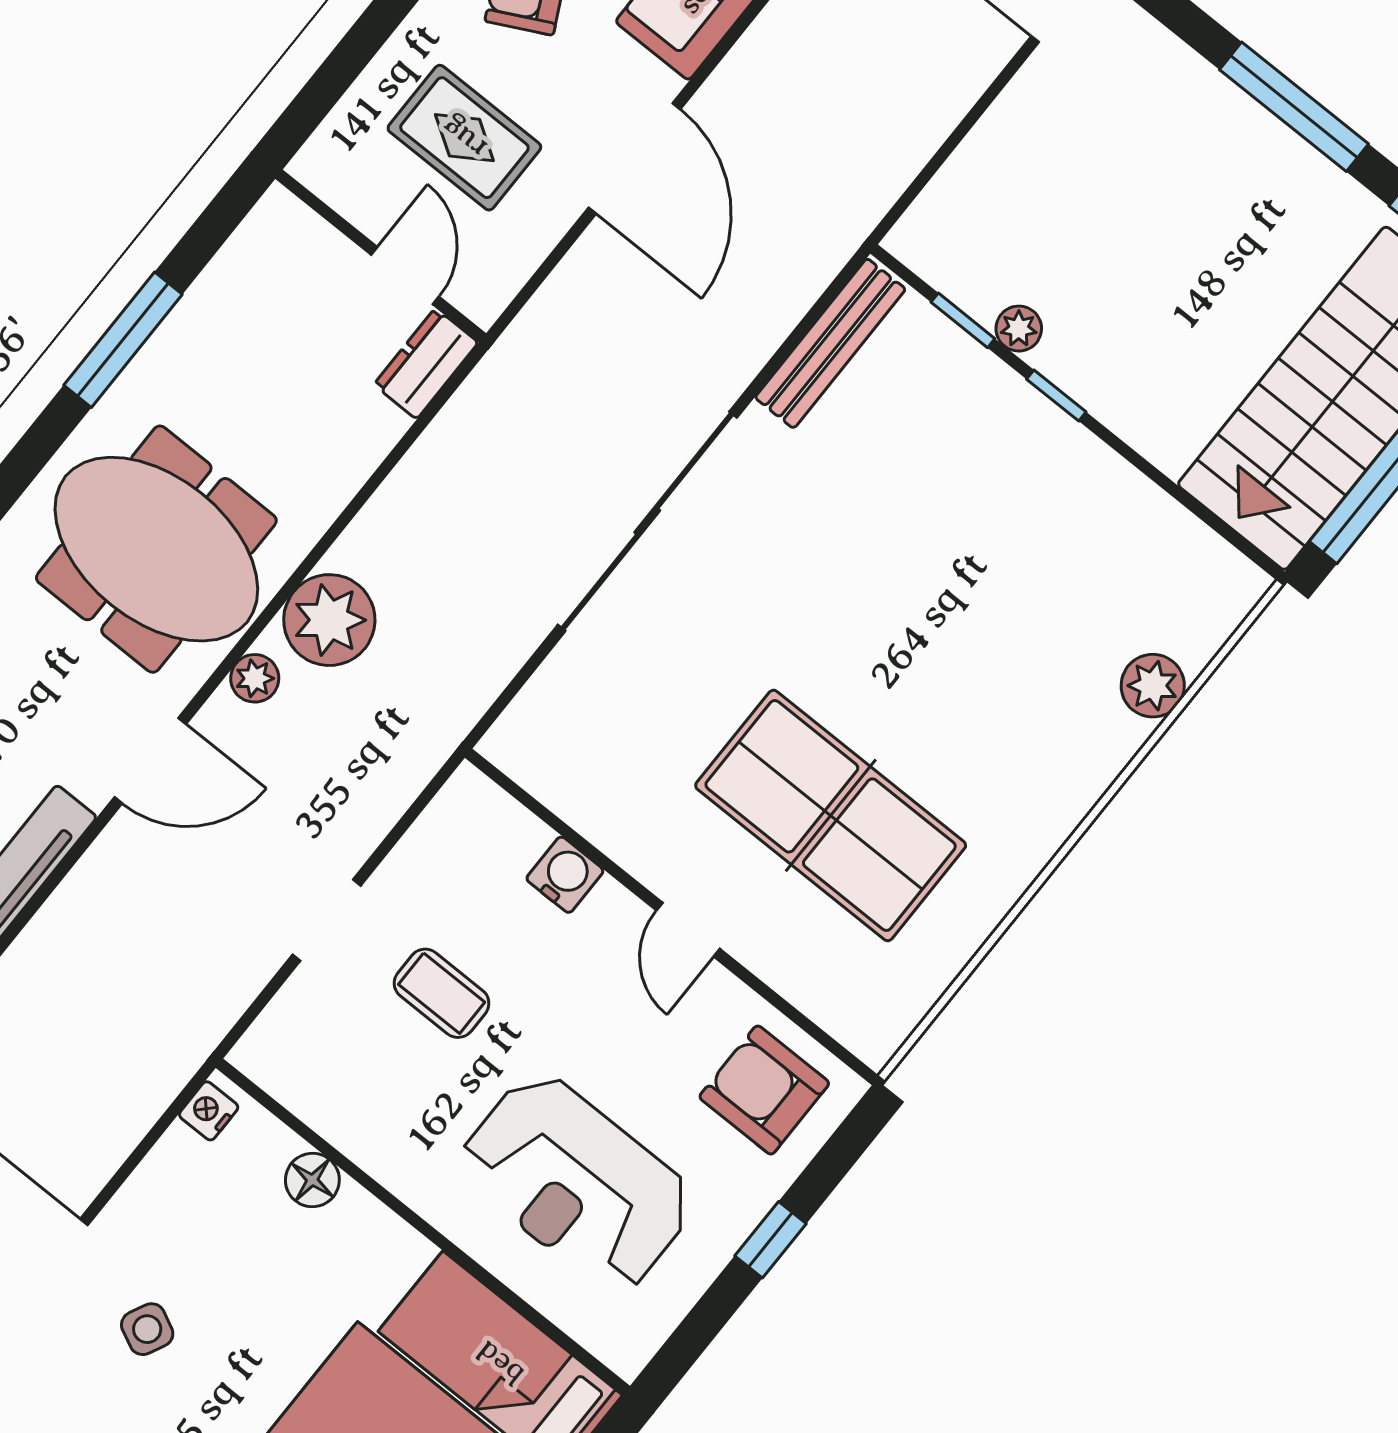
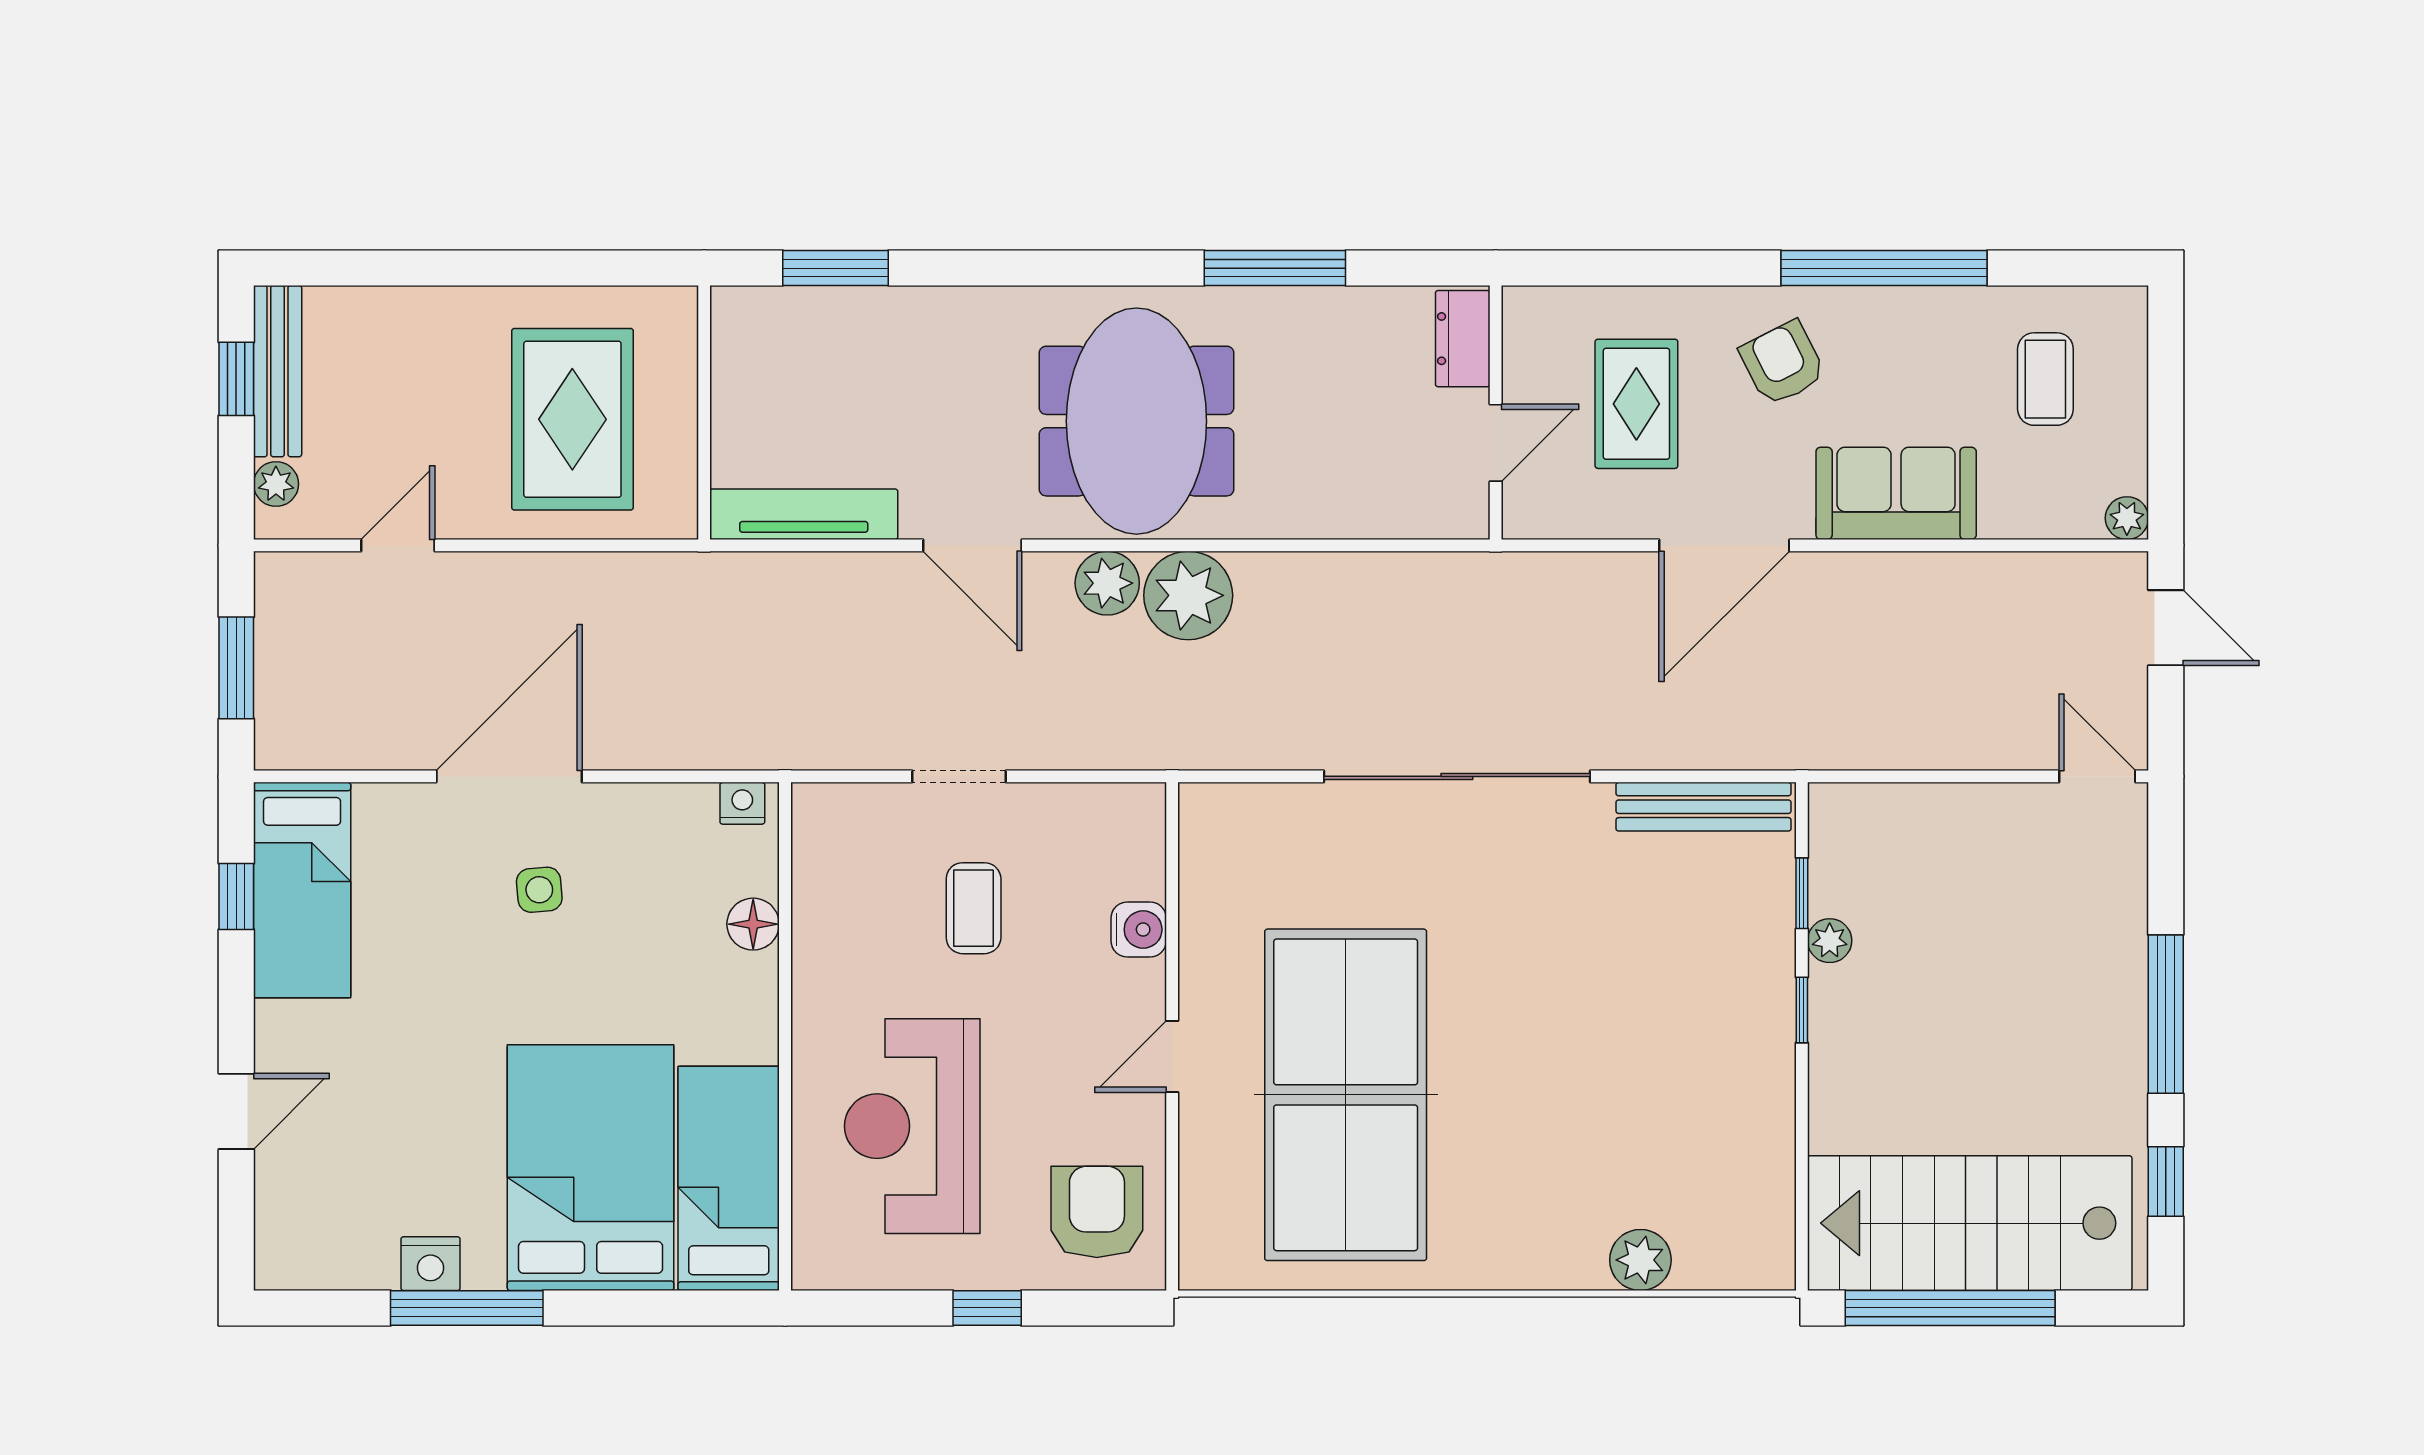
dresser: (426, 364) -> (1463, 339), moved, turned -90
plant: (255, 678) -> (1107, 583), width x1.38, depth x1.38
table tennis table: (831, 815) -> (1346, 1095), width x1.36, depth x1.32
side table: (147, 1329) -> (539, 890), turned -31

